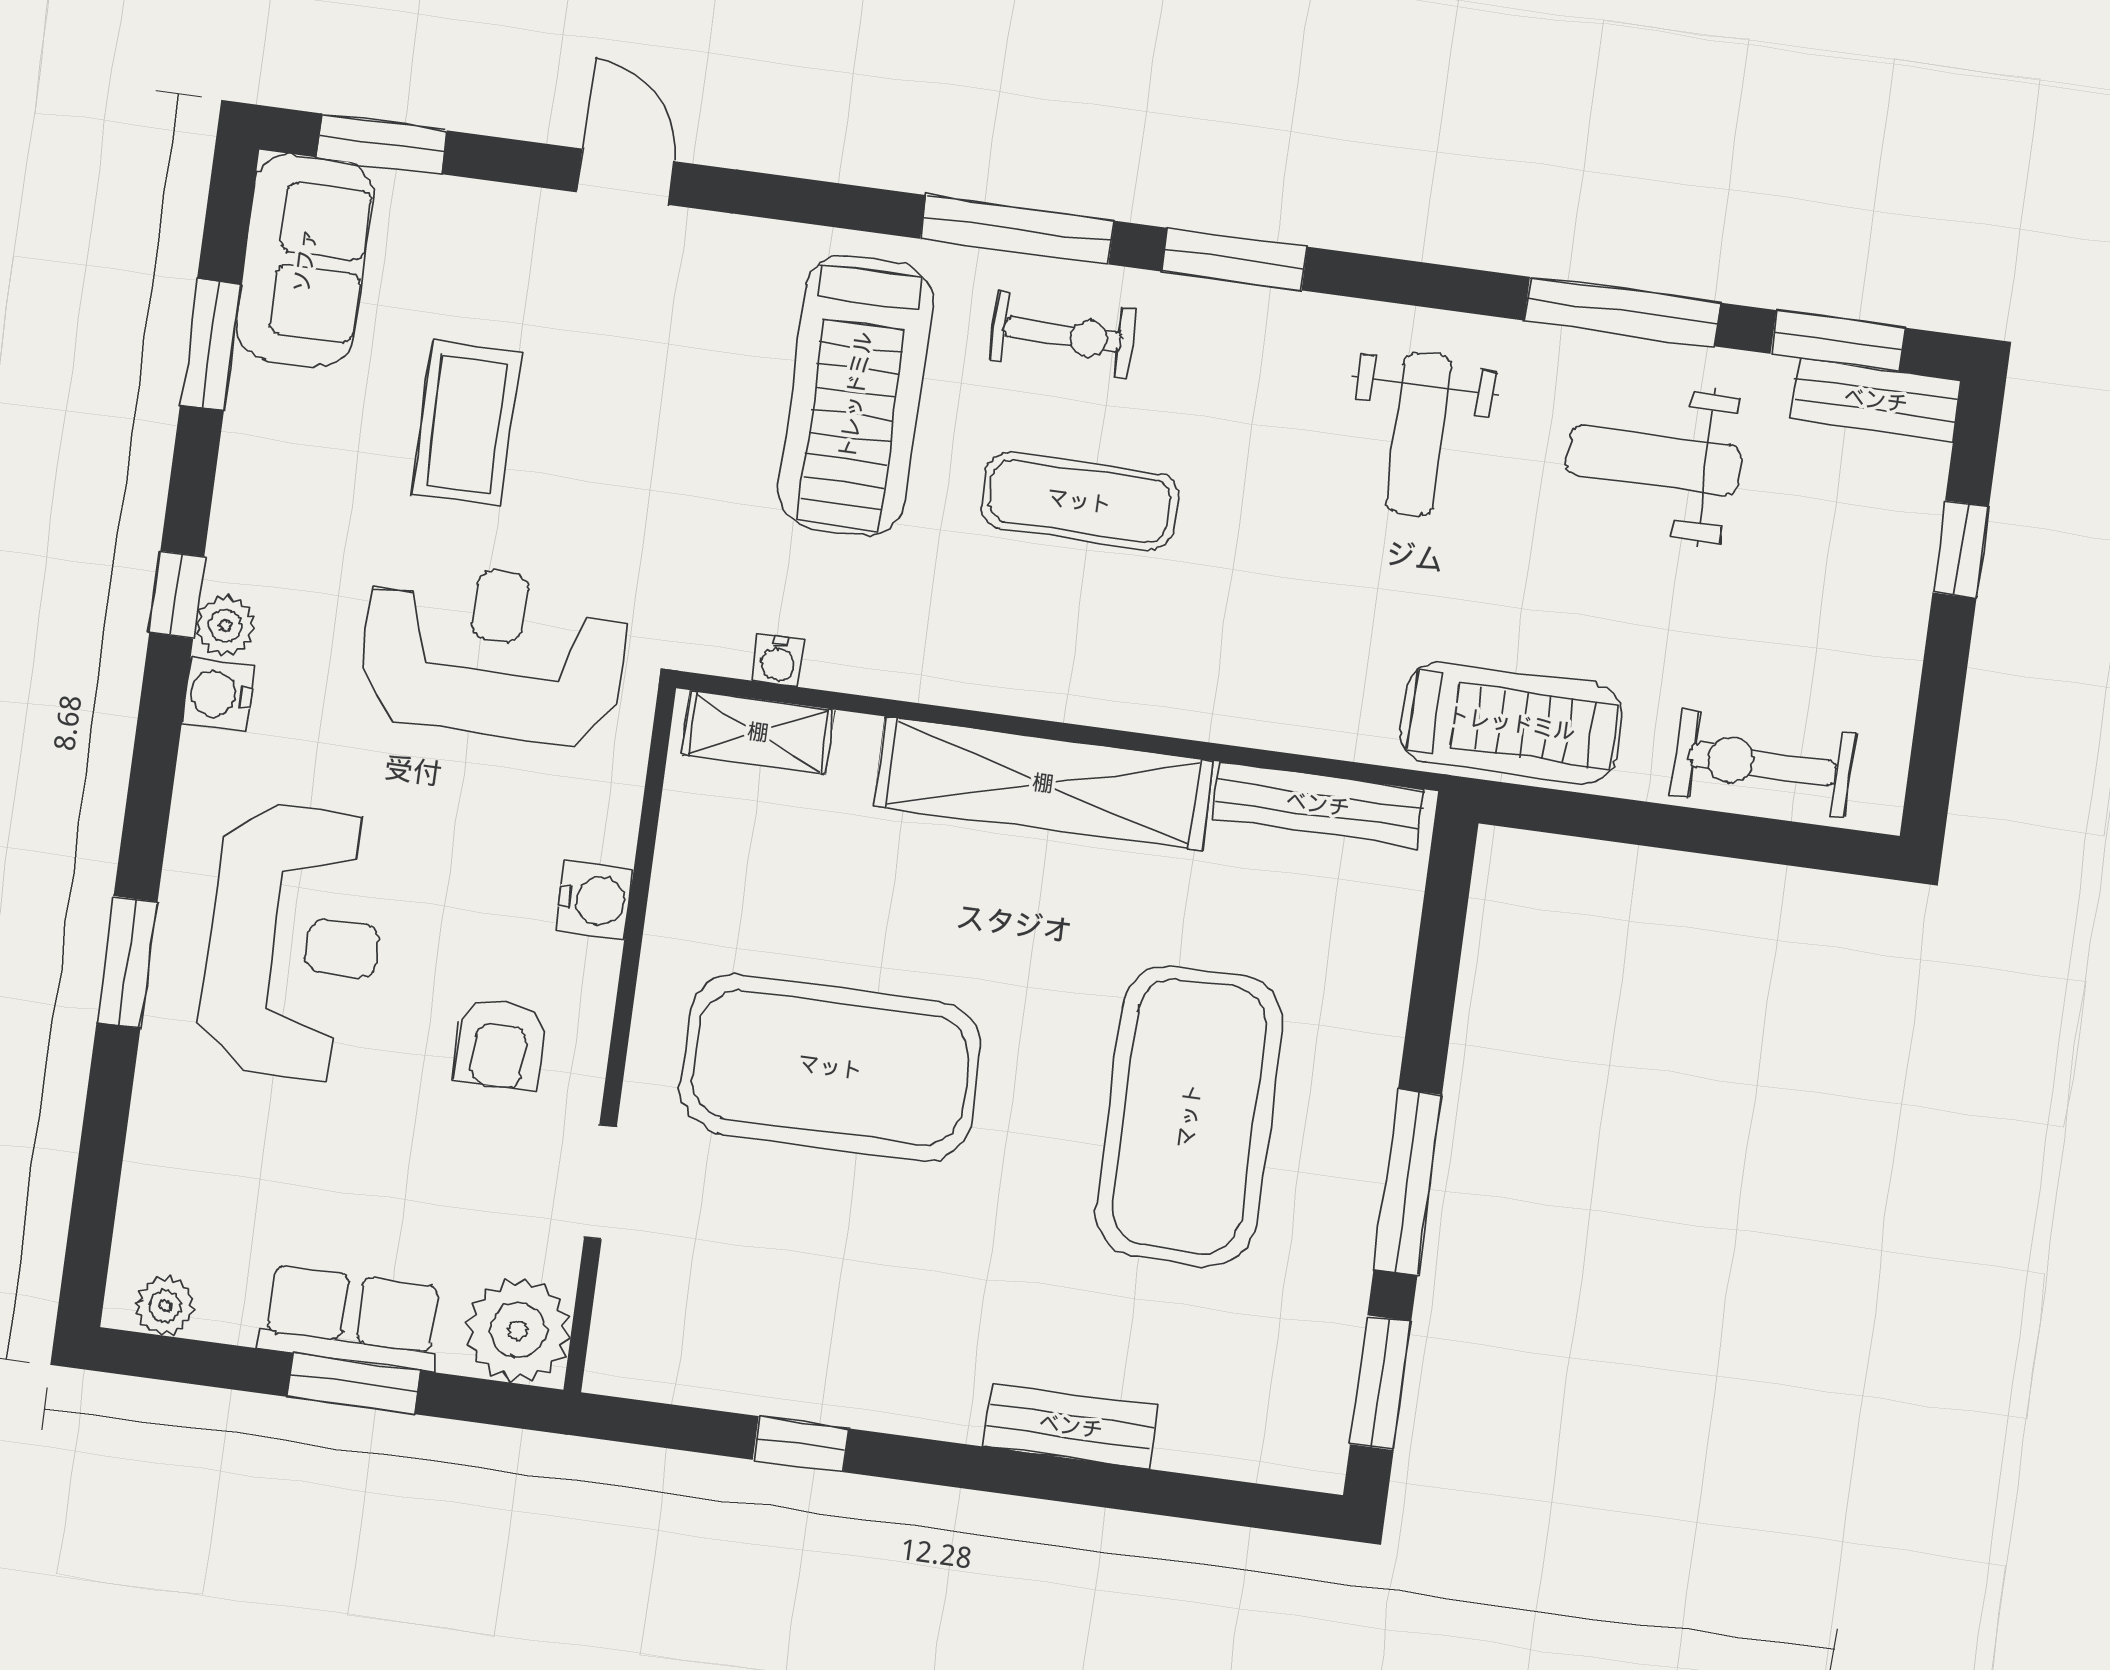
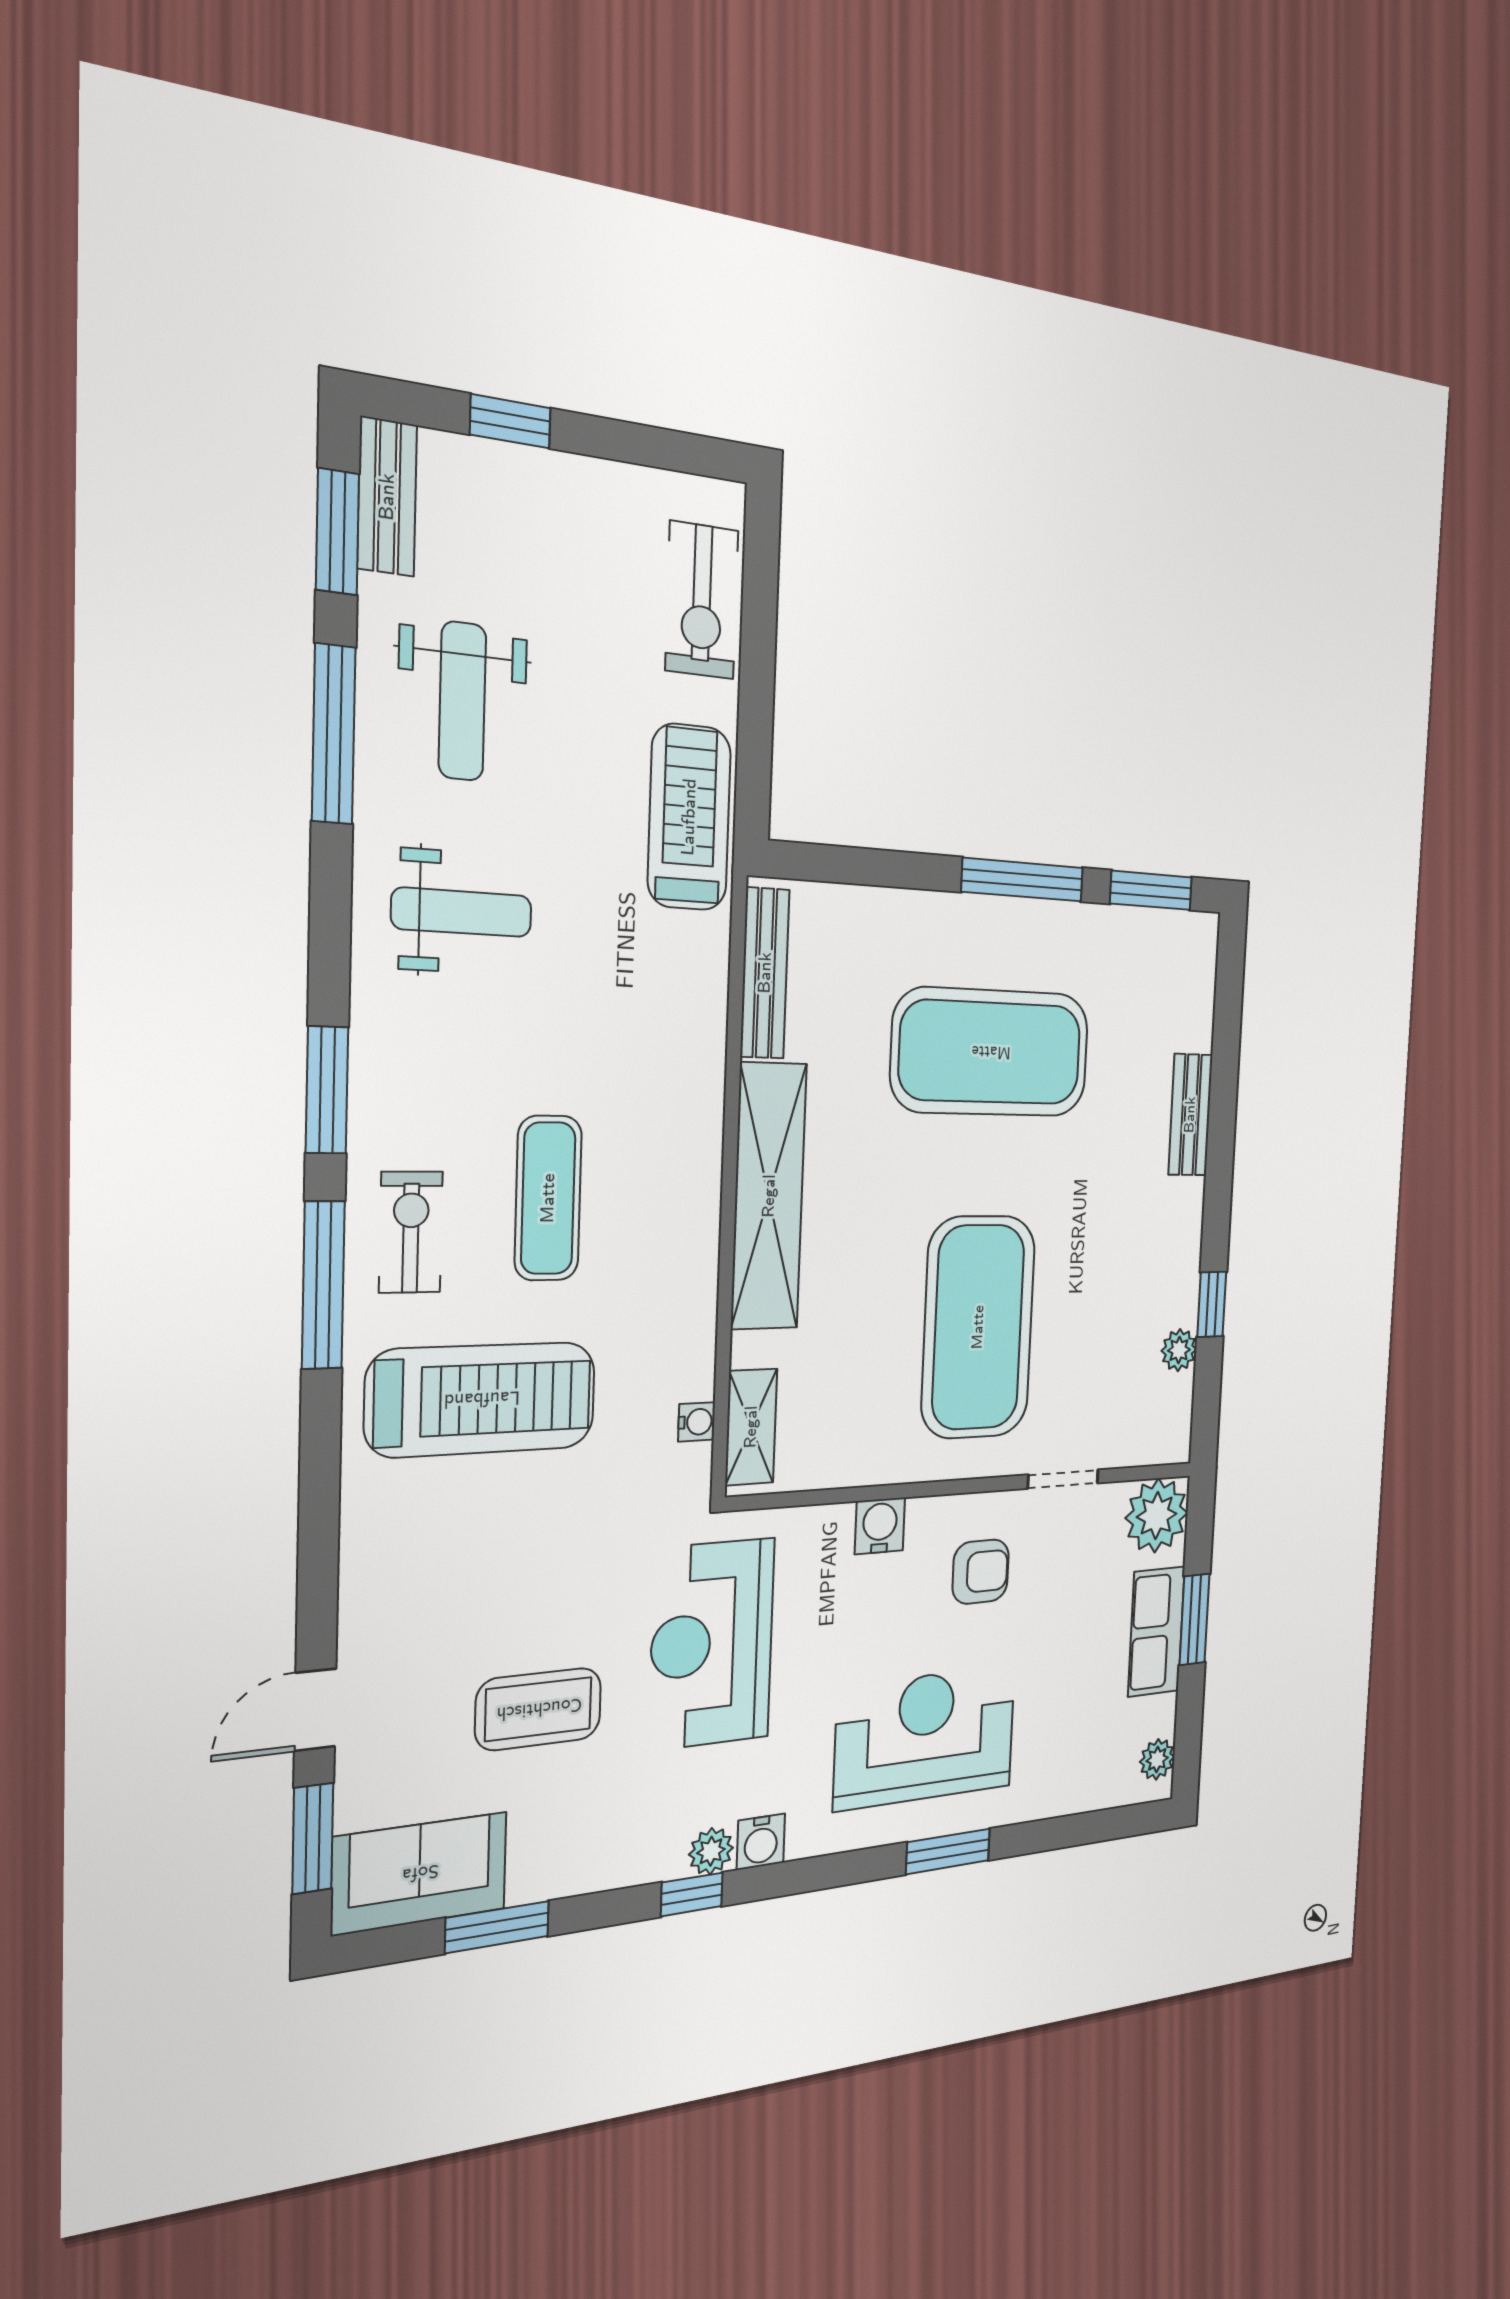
door: (625, 177) -> (315, 1710), moved
plant: (745, 1384) -> (1179, 1350), added

